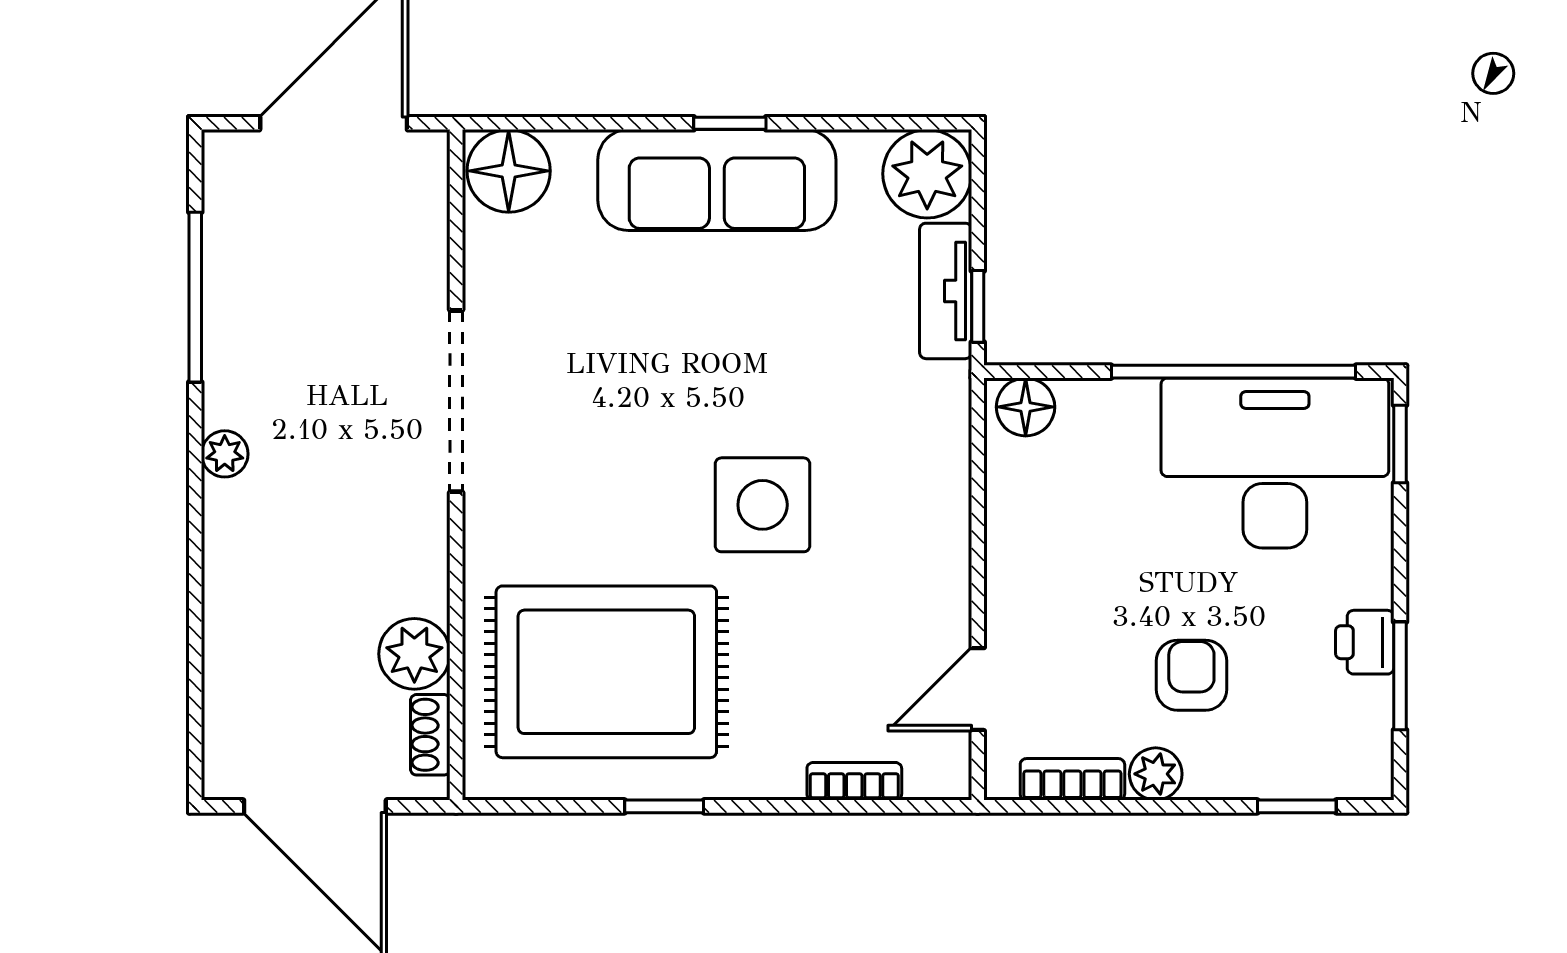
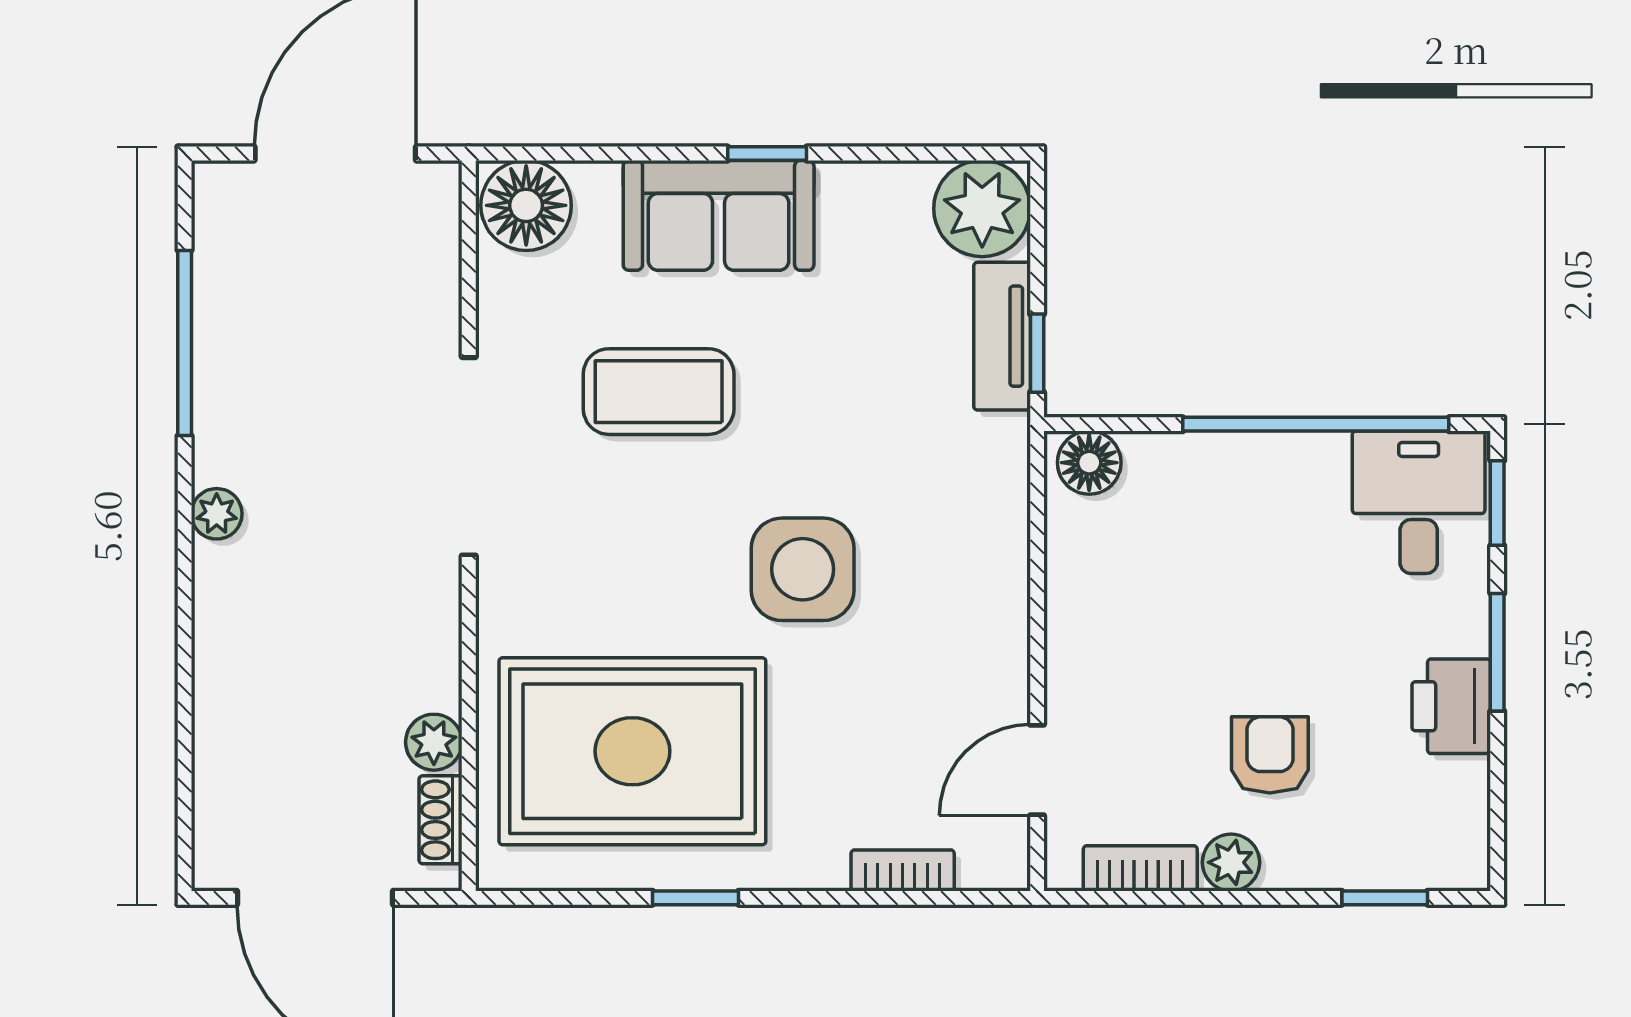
sofa: (717, 180) -> (719, 215), width x0.73
coffee table: (630, 342) -> (659, 392), added
desk: (1275, 463) -> (1419, 502), width x0.53, depth x0.77
printer: (1365, 642) -> (1451, 706), width x1.36, depth x1.24
plant: (414, 654) -> (434, 742), width x0.73, depth x0.73
window: (1400, 676) -> (1497, 652), moved

